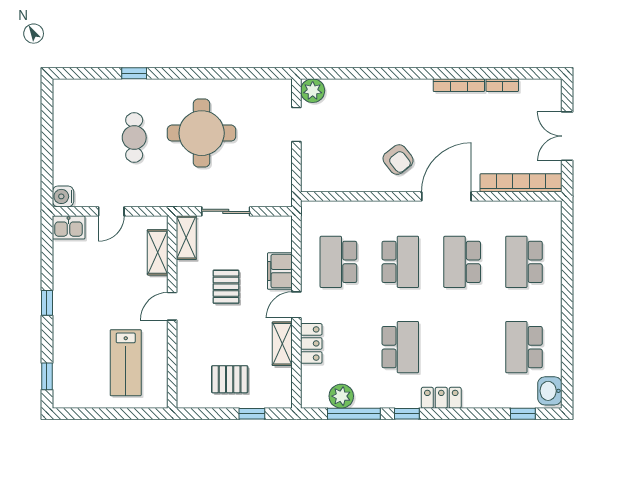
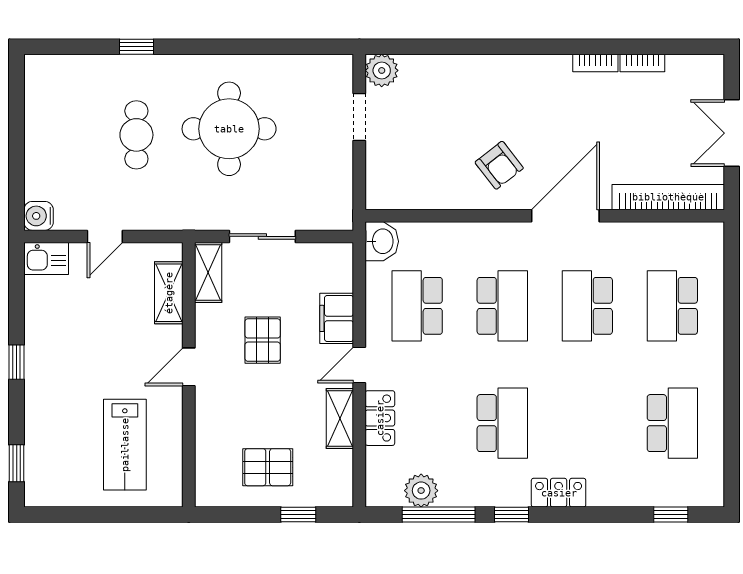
bookcase: (459, 85) -> (595, 63), width x0.64
school desk: (524, 347) -> (672, 423), turned 180
washbasin: (550, 391) -> (382, 241), moved, turned 180

